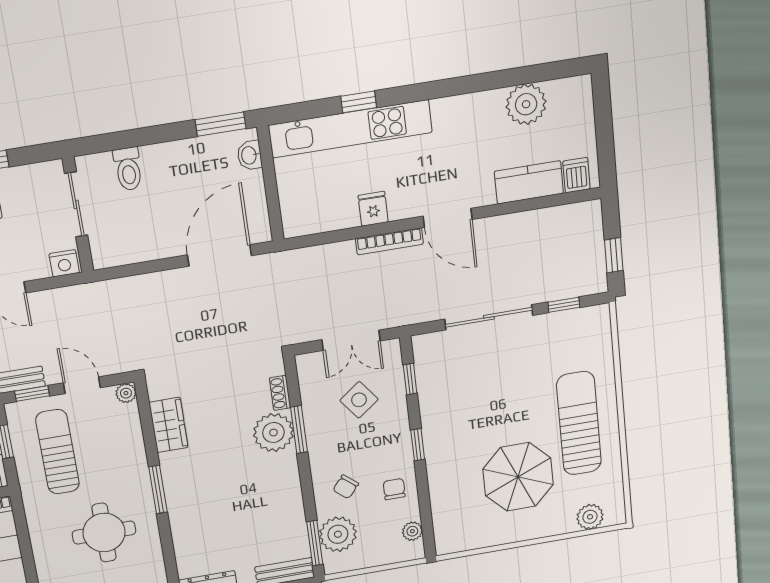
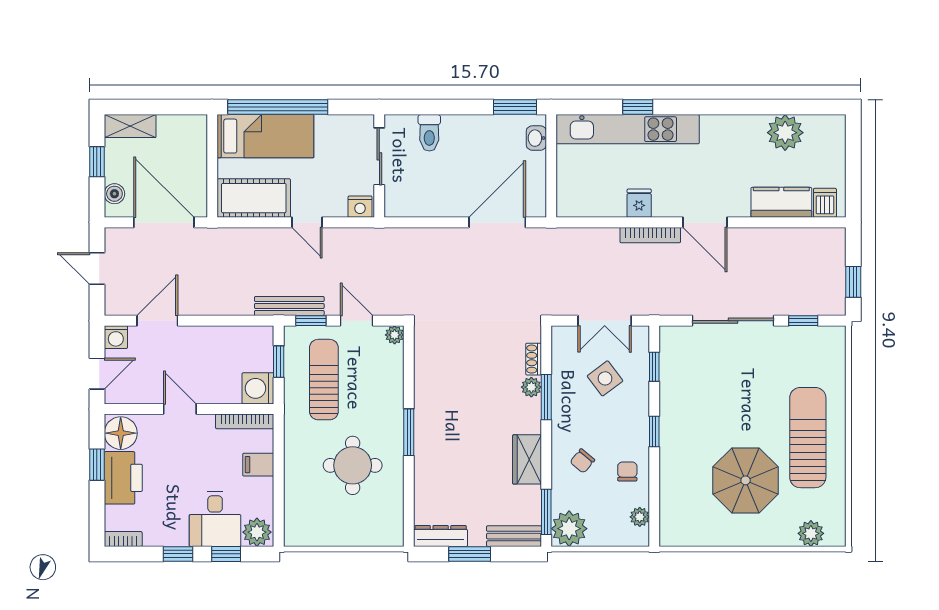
wardrobe: (169, 425) -> (527, 459), moved, turned 180
plant: (273, 433) -> (531, 387), width x0.53, depth x0.53
plant: (338, 534) -> (569, 529), moved

